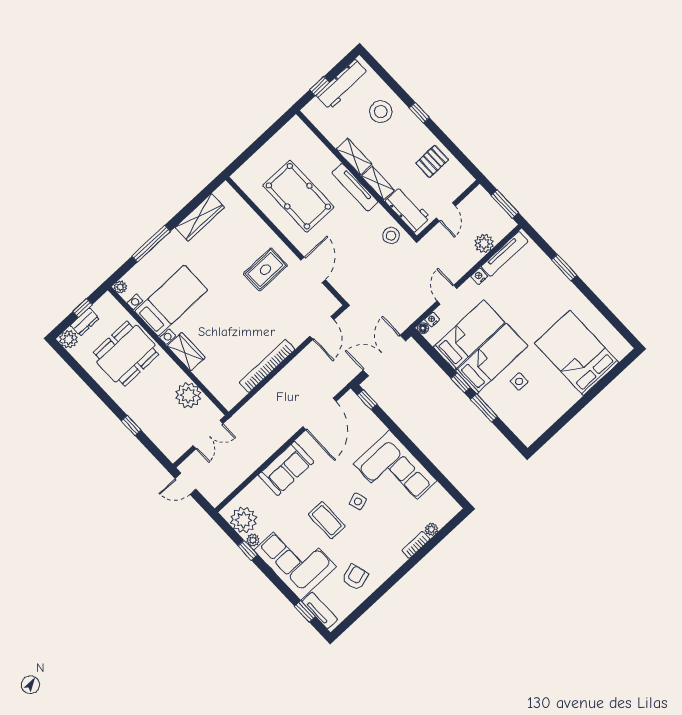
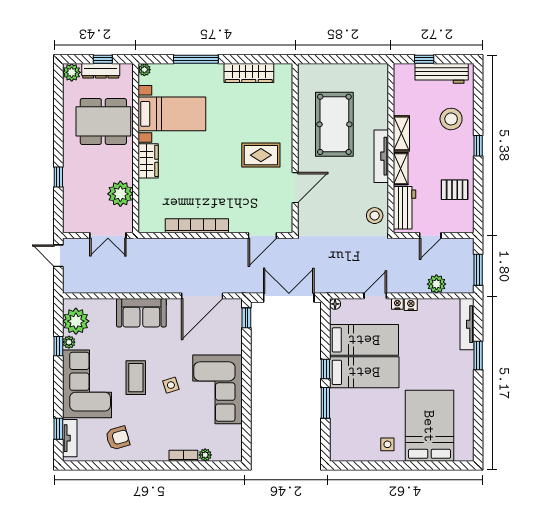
tv unit: (505, 254) -> (467, 324), moved, turned 90
nightstand: (432, 319) -> (397, 304), moved
dresser: (85, 322) -> (101, 71), width x1.44
side table: (519, 381) -> (387, 444), moved

